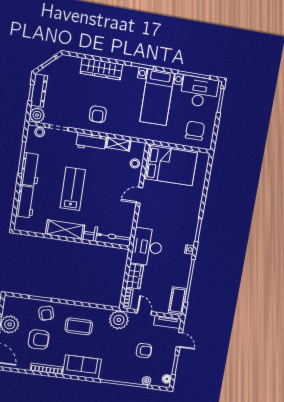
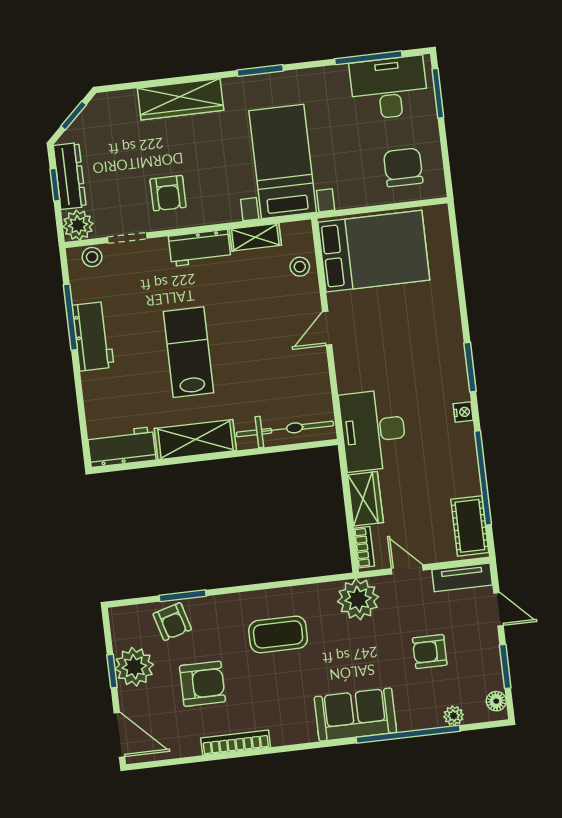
bed with nightstands: (157, 97) -> (283, 161), moved, turned 180
armchair: (98, 114) -> (168, 193), moved
workbench: (26, 202) -> (122, 447), moved, turned -90
armchair: (46, 313) -> (172, 622), moved
armchair: (144, 351) -> (430, 652), turned 180
sofa: (82, 367) -> (355, 715), moved

